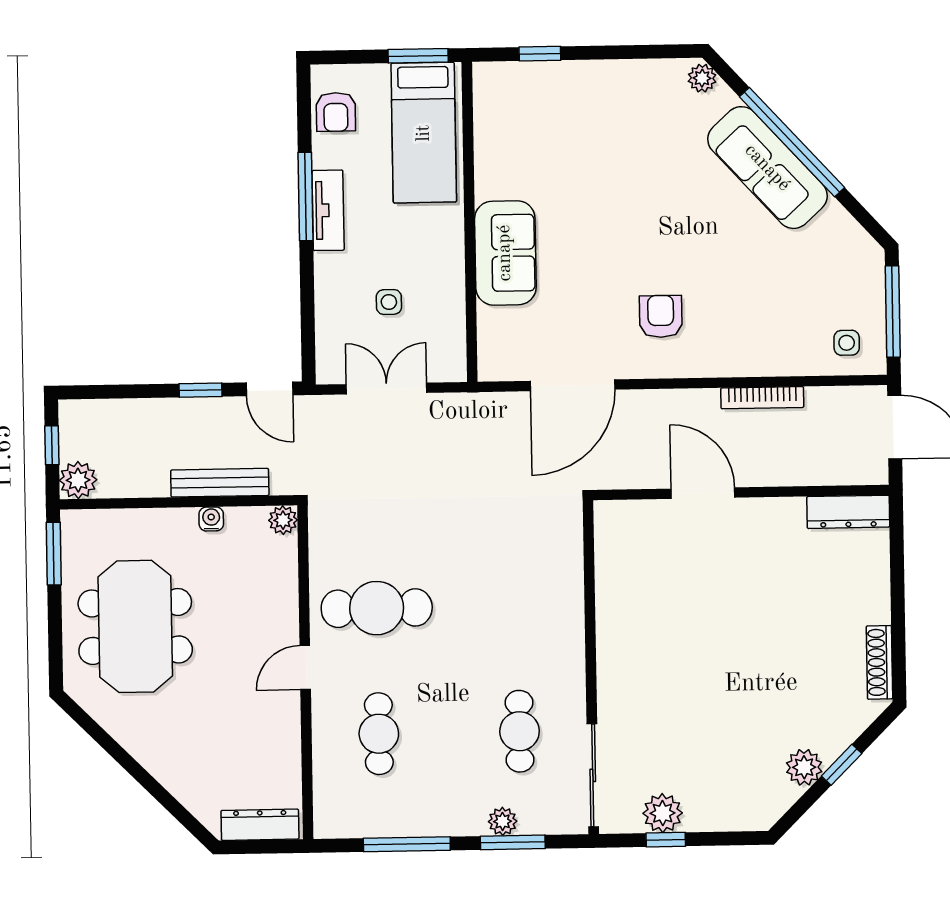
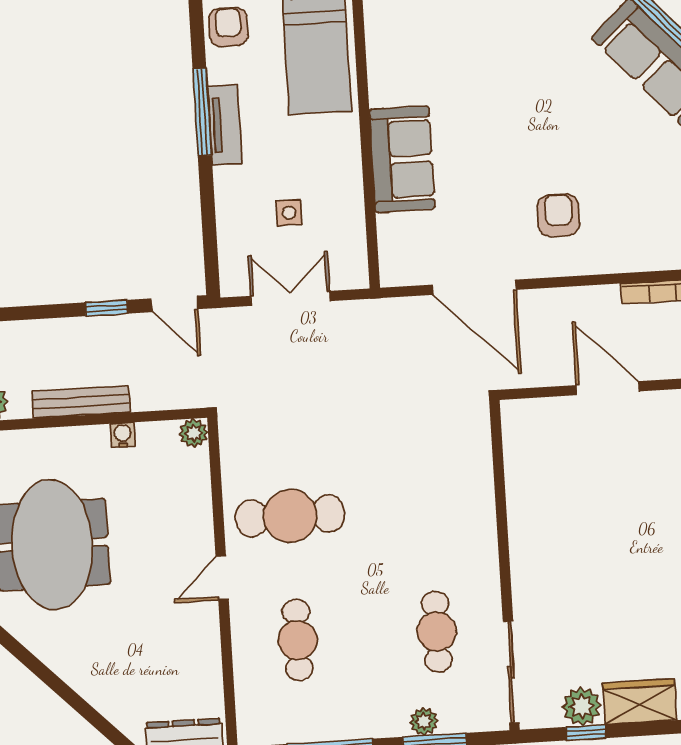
armchair: (336, 112) -> (228, 27), turned 180
door: (573, 385) -> (474, 287), hinge flipped
bench: (220, 483) -> (81, 402), moved
wardrobe: (721, 811) -> (640, 702), added

